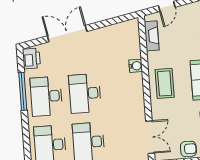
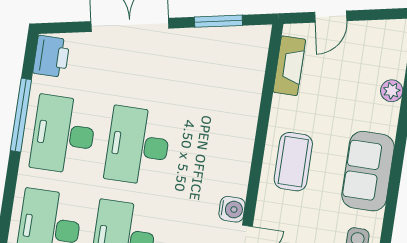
window: (111, 22) -> (218, 21), added
water cooler: (136, 66) -> (232, 209), moved

